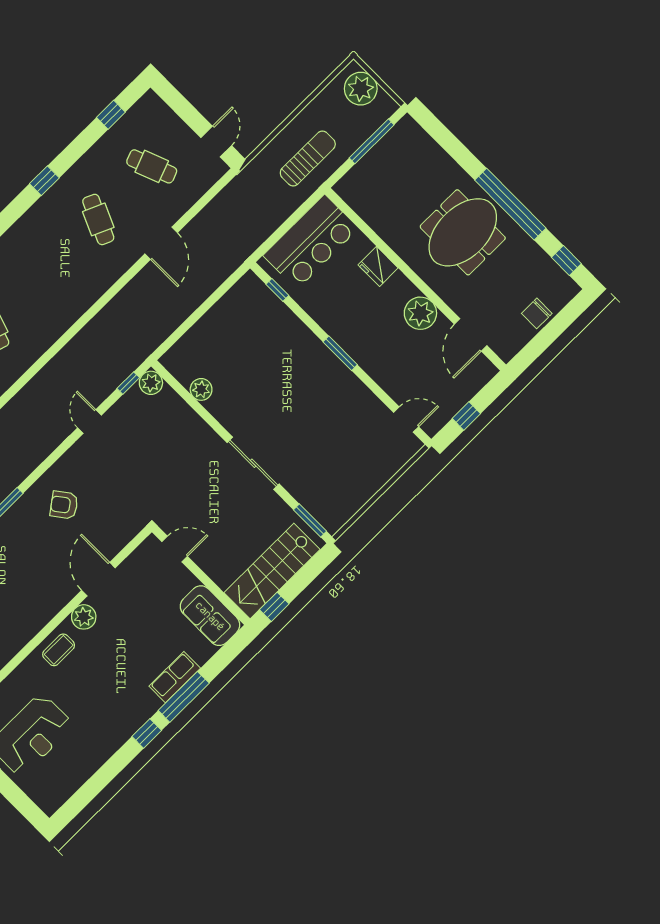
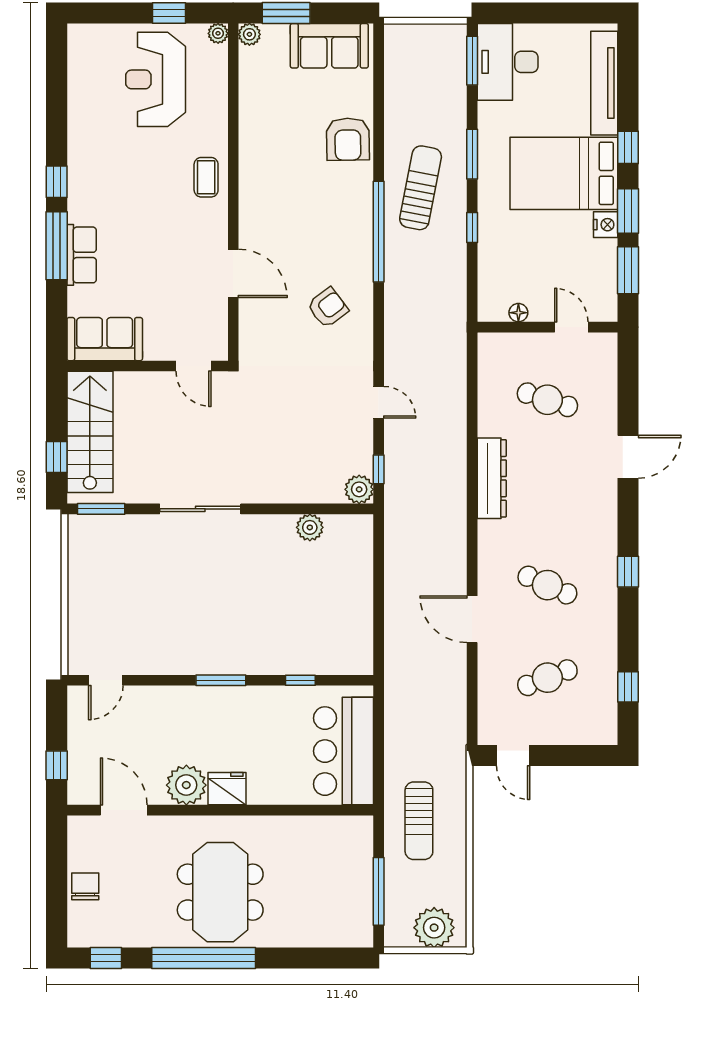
fridge: (378, 266) -> (227, 789), moved
window: (277, 290) -> (300, 680), moved
dresser: (69, 313) -> (492, 478), added
window: (466, 416) -> (57, 765), moved
door: (175, 549) -> (193, 366), hinge flipped
window: (274, 607) -> (57, 457), moved
plant: (84, 617) -> (213, 228), removed

